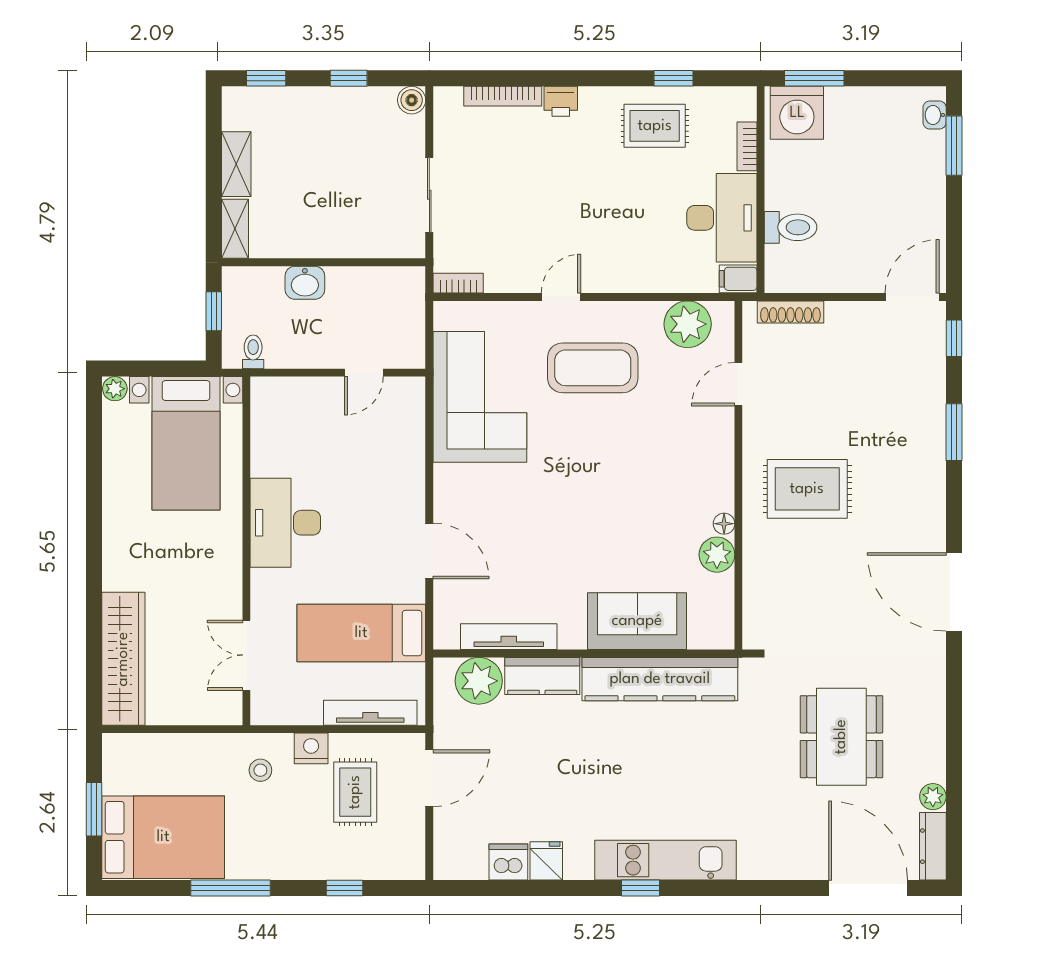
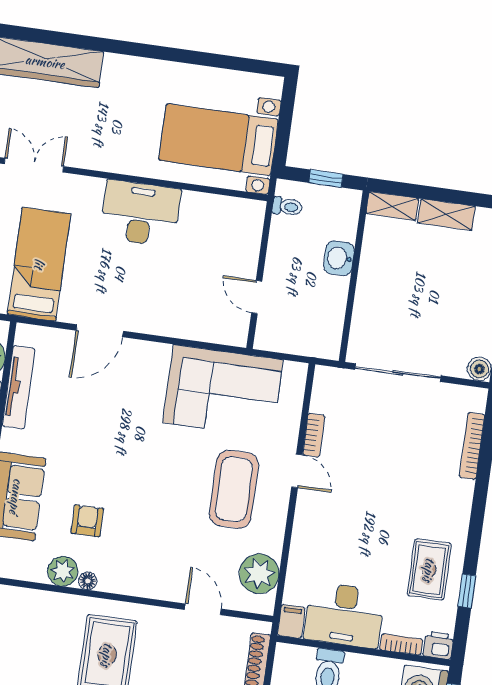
printer: (561, 101) -> (438, 645), moved, turned 90
sliding door: (429, 195) -> (398, 373), width x1.37
bookcase: (458, 283) -> (314, 435), moved
plant: (115, 389) -> (273, 86), removed
armchair: (654, 534) -> (87, 521), added

